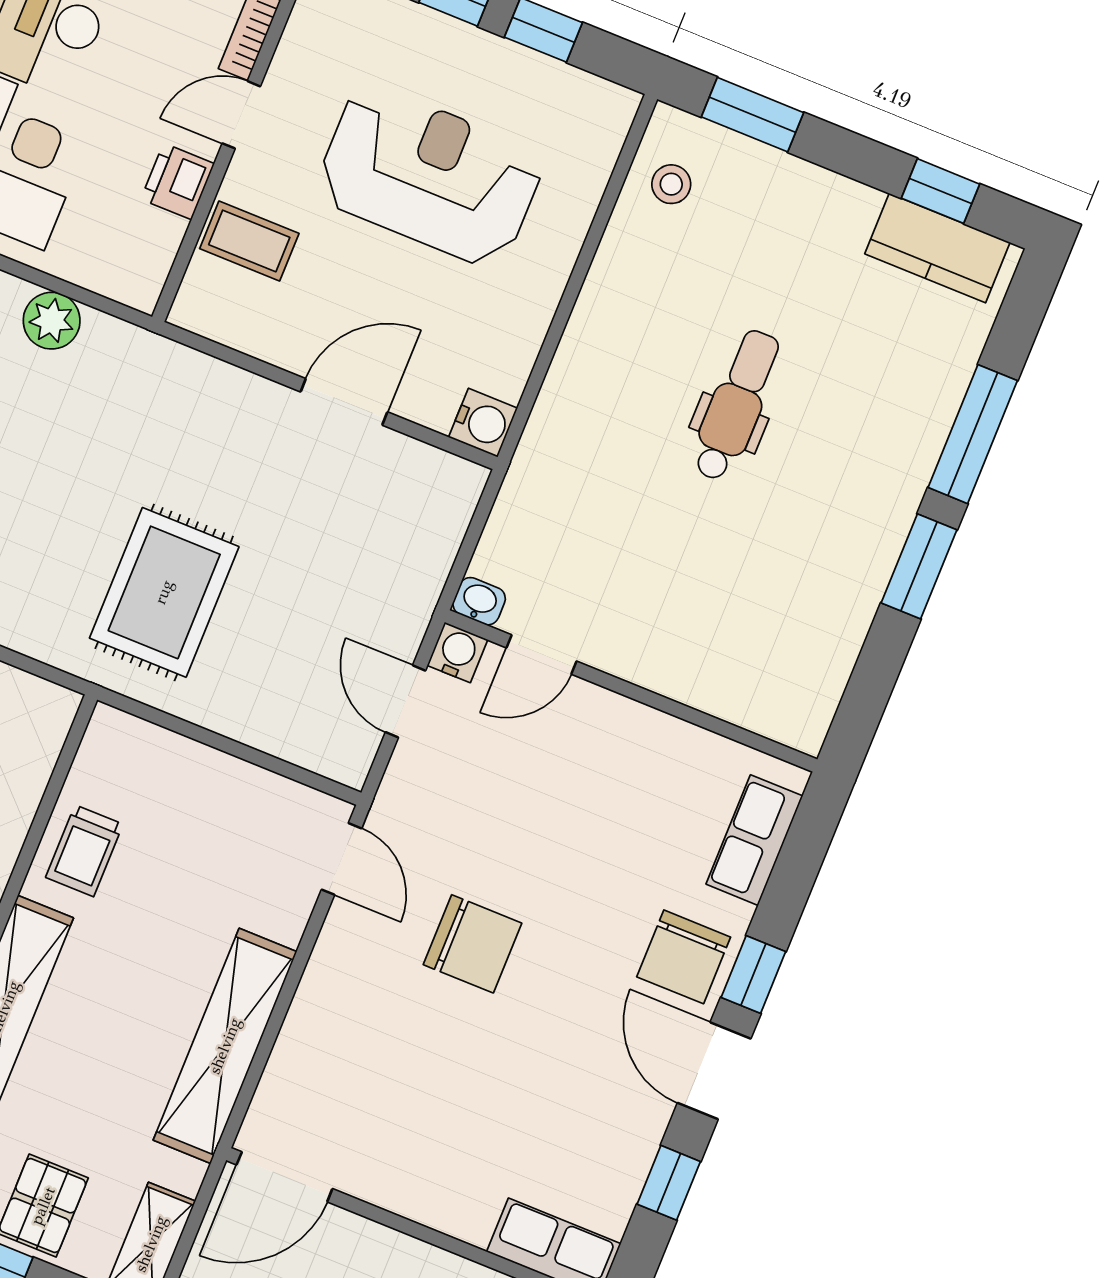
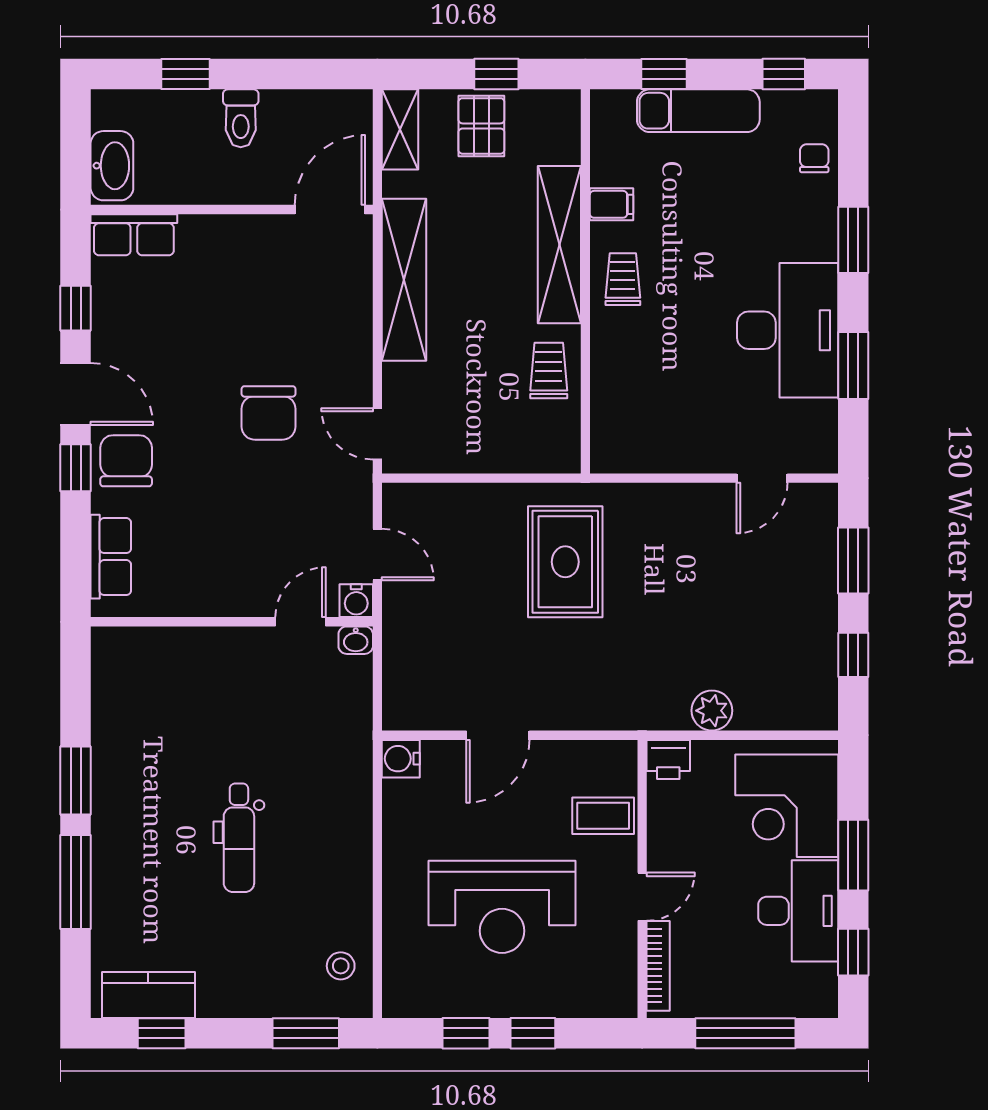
printer: (178, 181) -> (668, 759), moved, turned 90
chair: (472, 944) -> (269, 413), turned -90

